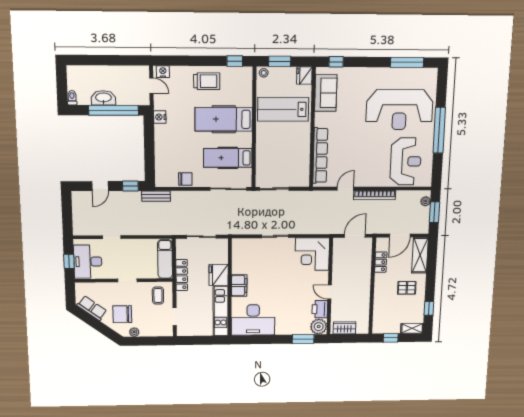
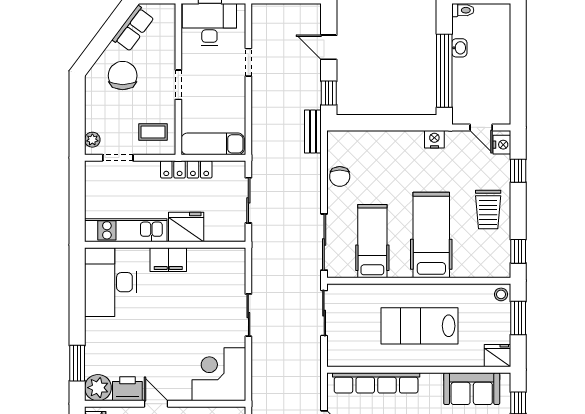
window: (180, 61) -> (518, 171), added
door: (151, 86) -> (481, 127), hinge flipped
washbasin: (103, 98) -> (459, 48), width x0.52, depth x0.69
lab bench: (283, 109) -> (419, 326), moved, turned -90
door: (330, 292) -> (156, 404), hinge flipped
plant: (134, 332) -> (92, 140), moved

